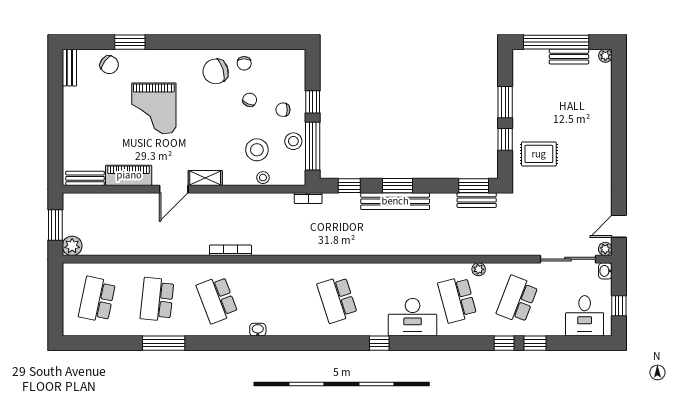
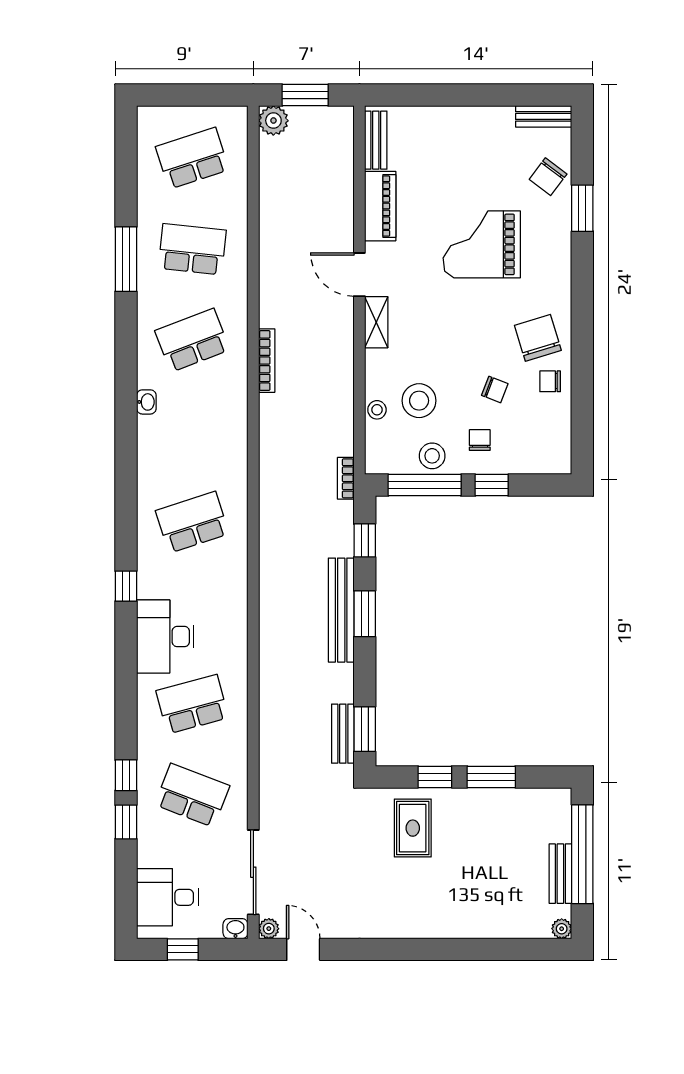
plant: (479, 269) -> (238, 737), removed
school desk: (97, 299) -> (192, 158), turned -30

